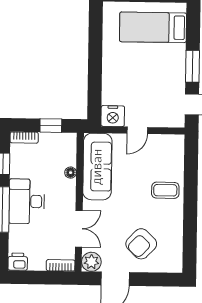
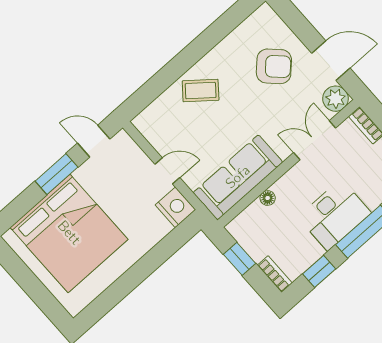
bed: (153, 27) -> (69, 233), width x2.04
coffee table: (165, 190) -> (201, 91), turned -51

